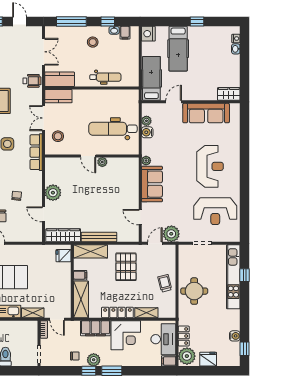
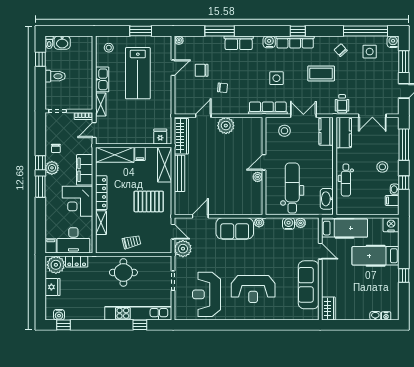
washbasin: (123, 96) -> (327, 199), added
water cooler: (235, 336) -> (59, 315), moved

